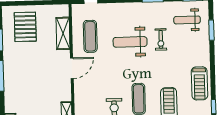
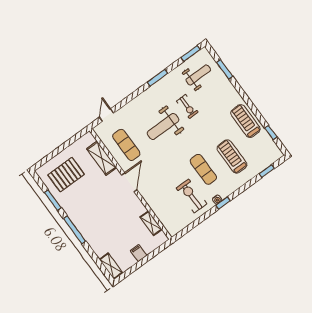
weight bench: (187, 20) -> (198, 75), turned 180
pallet: (25, 27) -> (66, 175), turned 90
treadmill: (199, 83) -> (245, 121), turned 180

